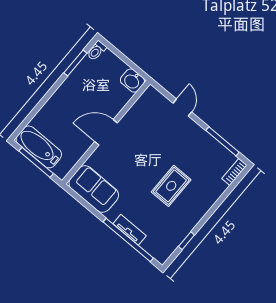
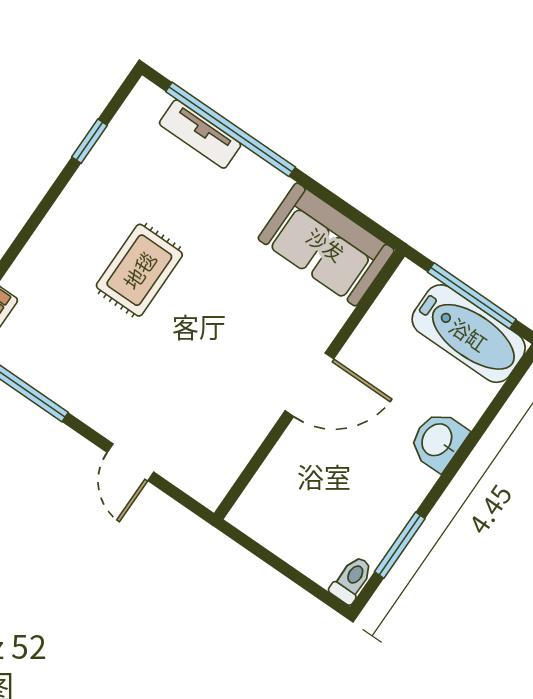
washbasin: (132, 81) -> (438, 441), moved, turned -90
tv unit: (130, 230) -> (200, 134), moved

